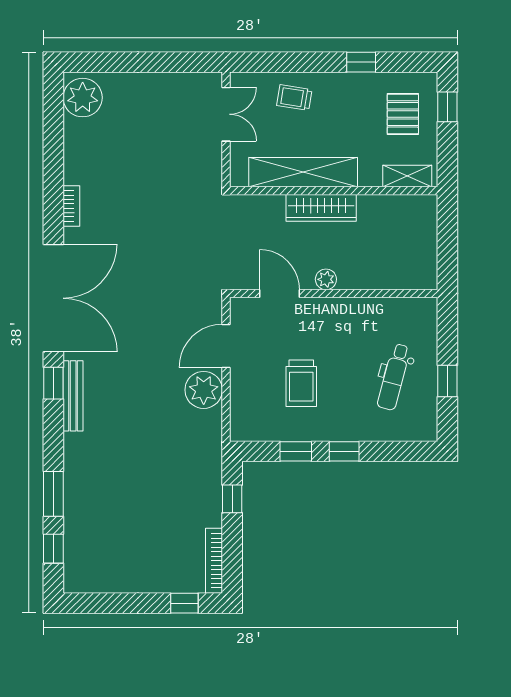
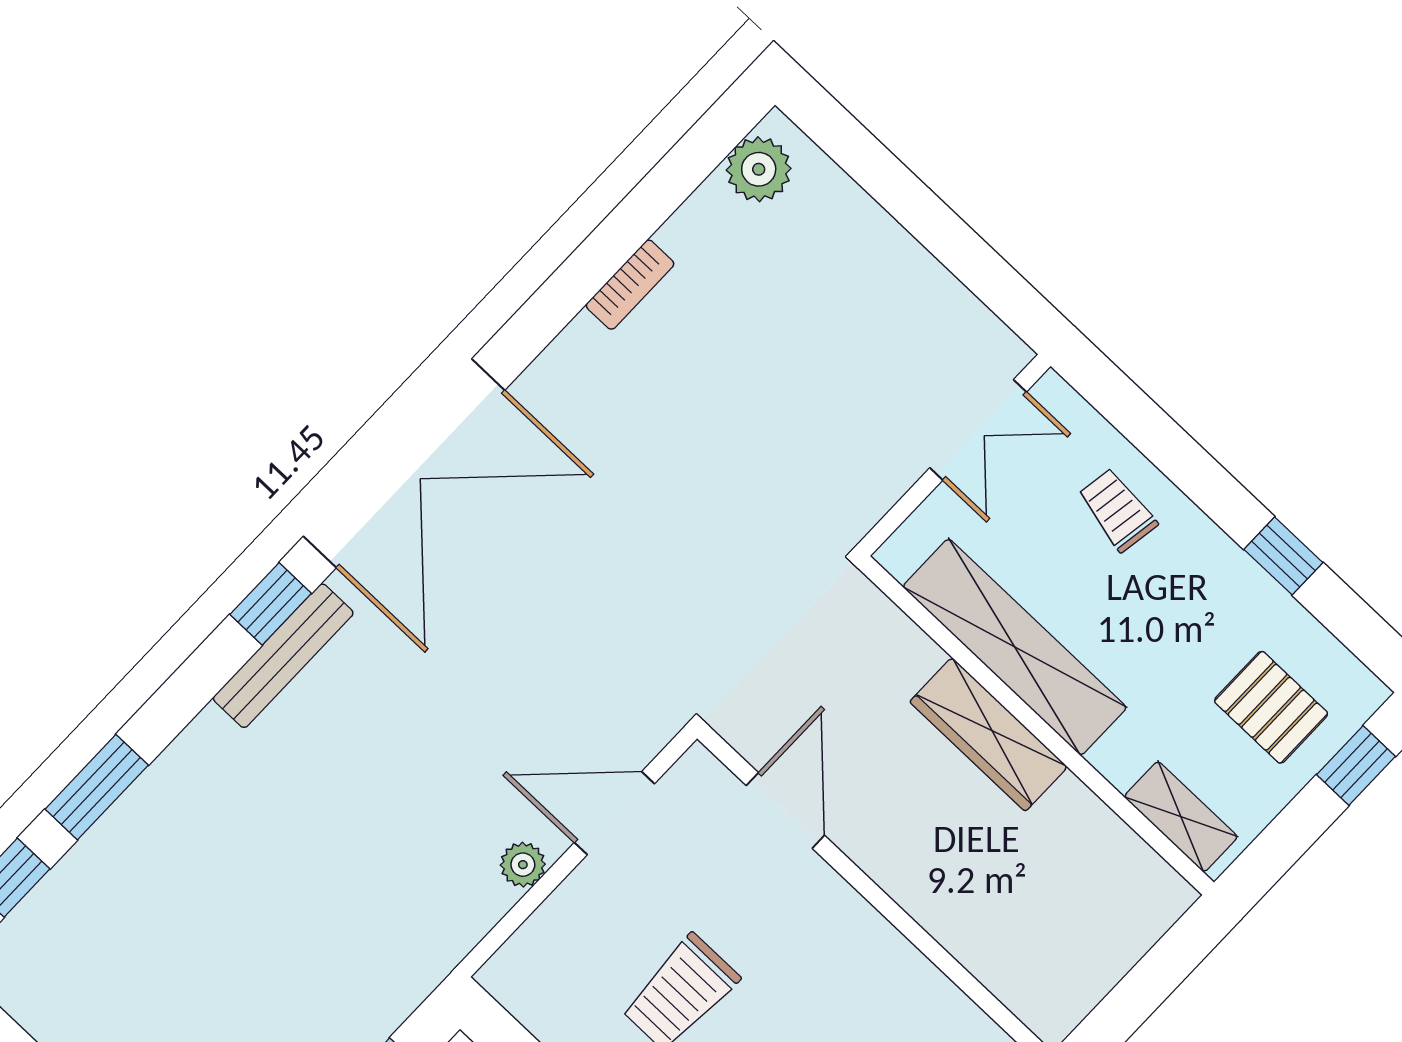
plant: (83, 98) -> (759, 169), width x0.73, depth x0.73
pallet: (403, 114) -> (1271, 707), turned 90
bookcase: (71, 206) -> (630, 285), moved
plant: (326, 279) -> (884, 860), removed
plant: (204, 390) -> (523, 865), width x0.53, depth x0.53

